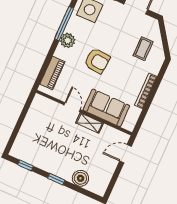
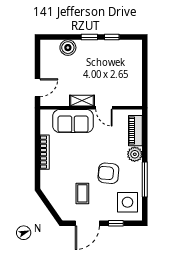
plant: (68, 41) -> (135, 154), moved
coffee table: (143, 49) -> (82, 193), moved
armchair: (97, 61) -> (108, 173), moved
window: (26, 165) -> (112, 37), moved

